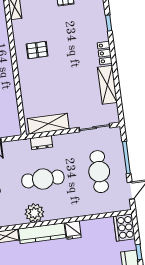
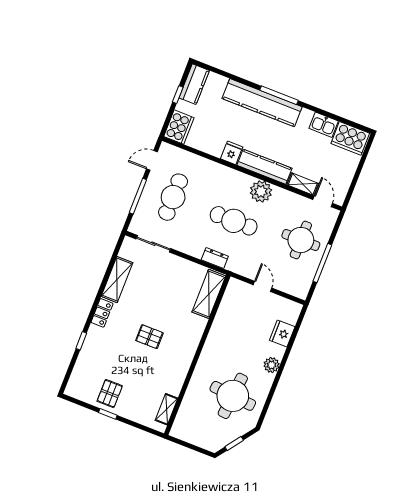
pallet: (37, 50) -> (149, 337), moved
shelving: (48, 124) -> (209, 294), moved, turned 90

